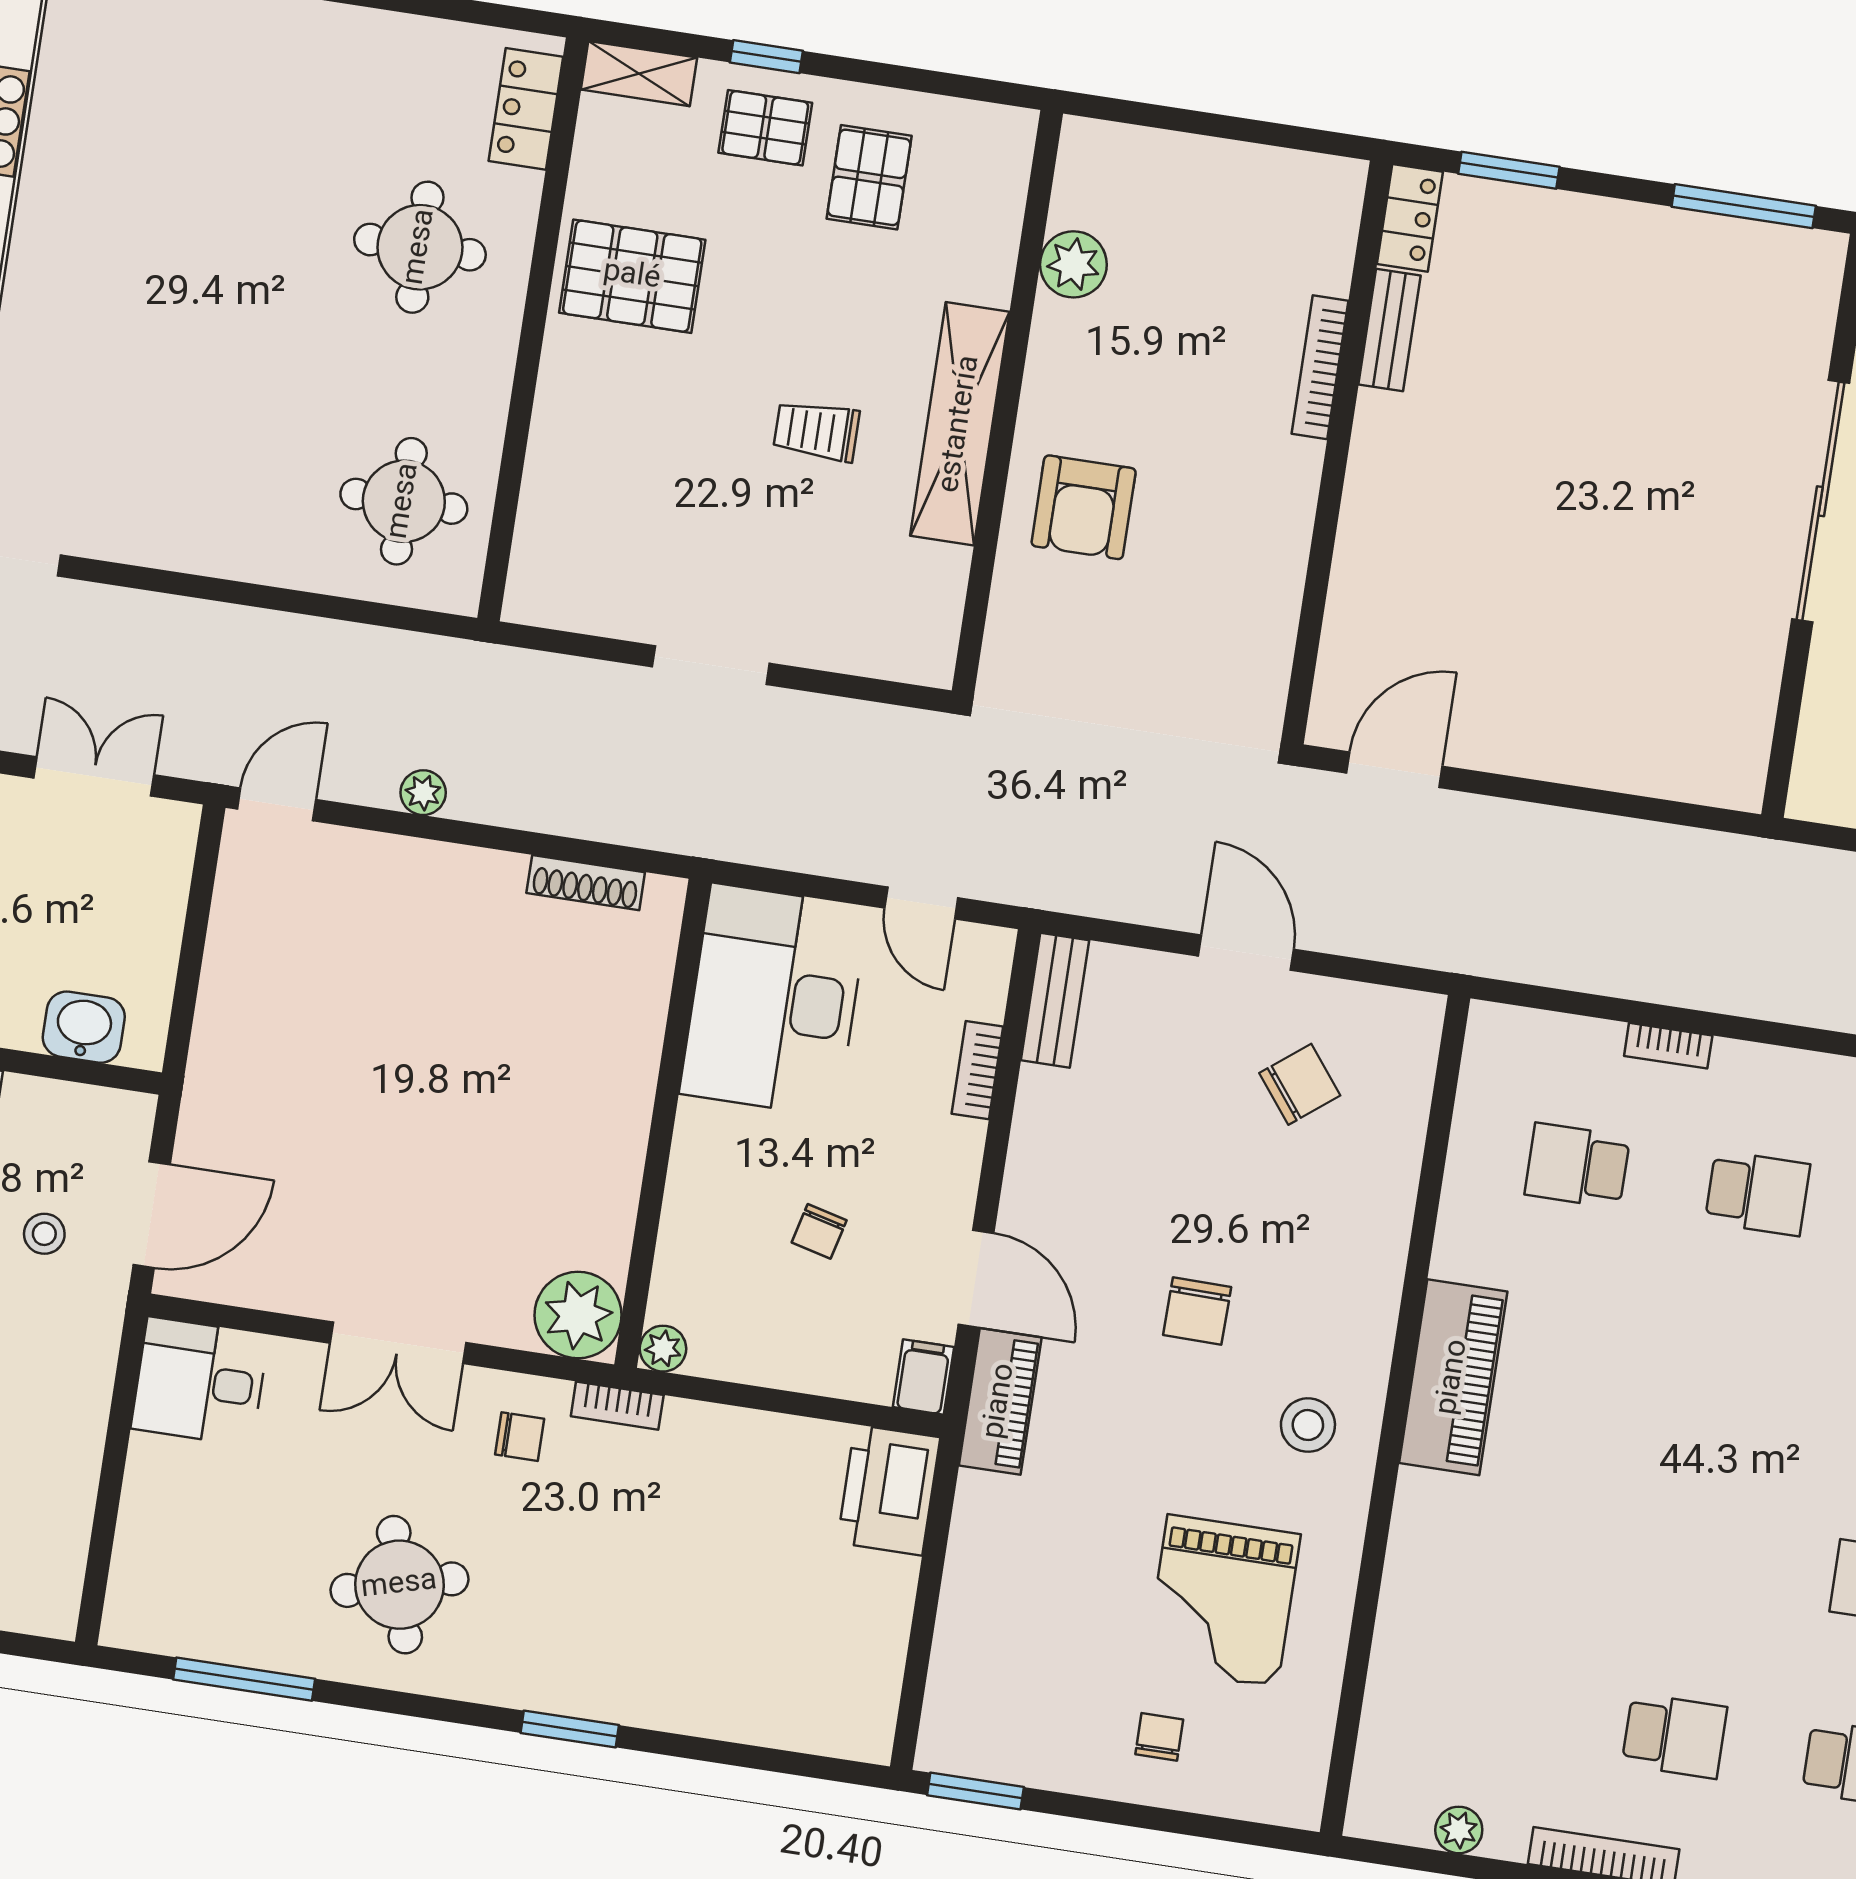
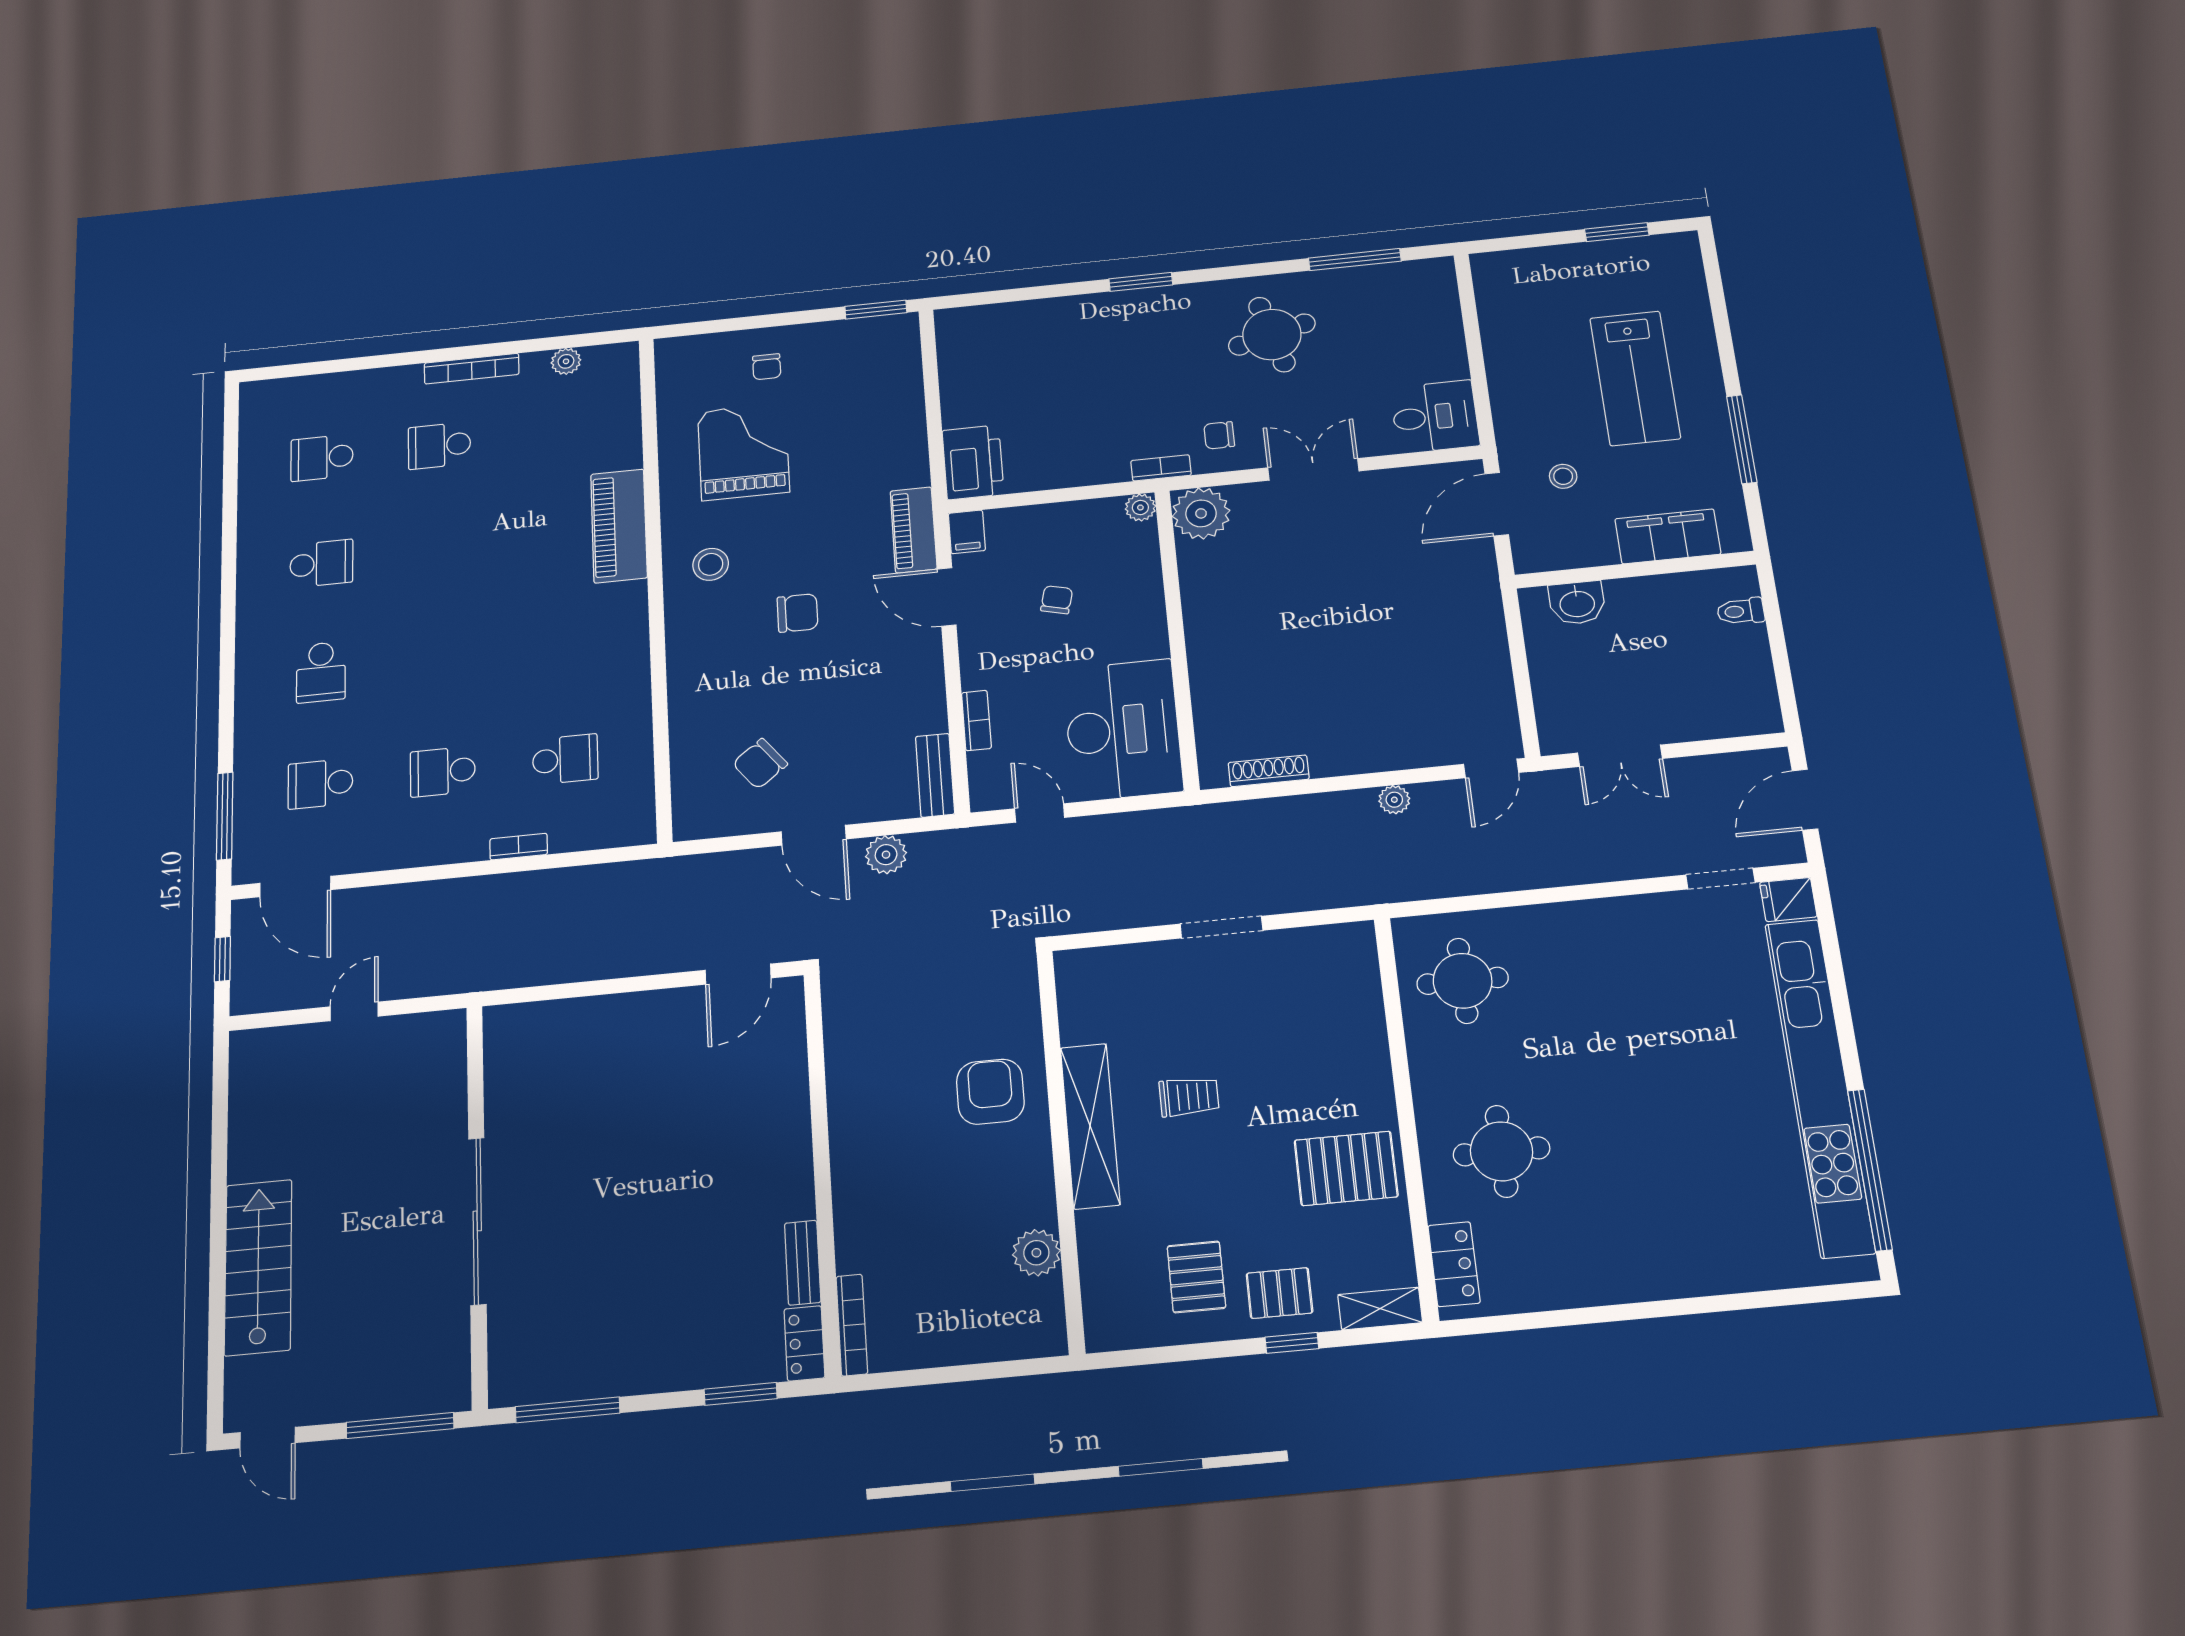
bookcase: (1320, 367) -> (852, 1325), moved
plant: (1151, 896) -> (886, 855), added
chair: (1197, 1311) -> (798, 613), turned 89
piano: (1453, 1377) -> (619, 526), moved

